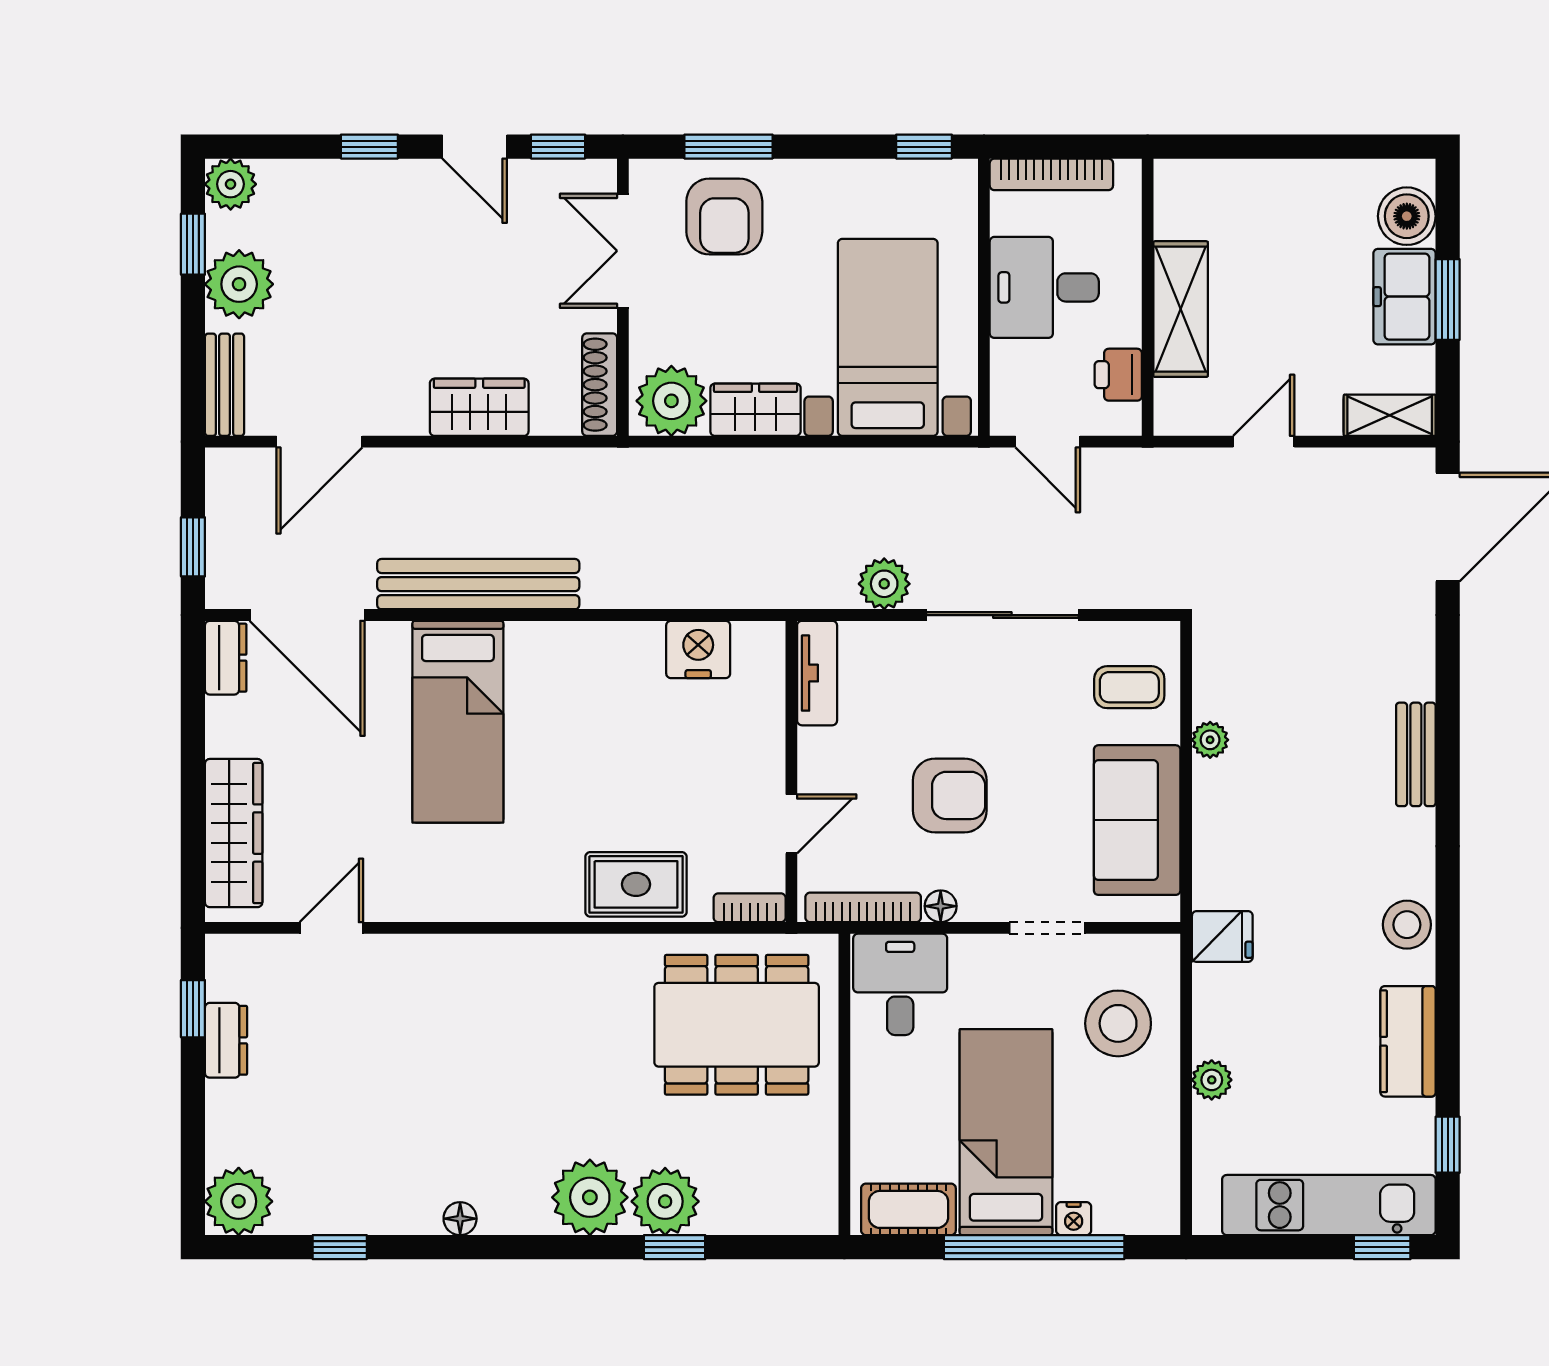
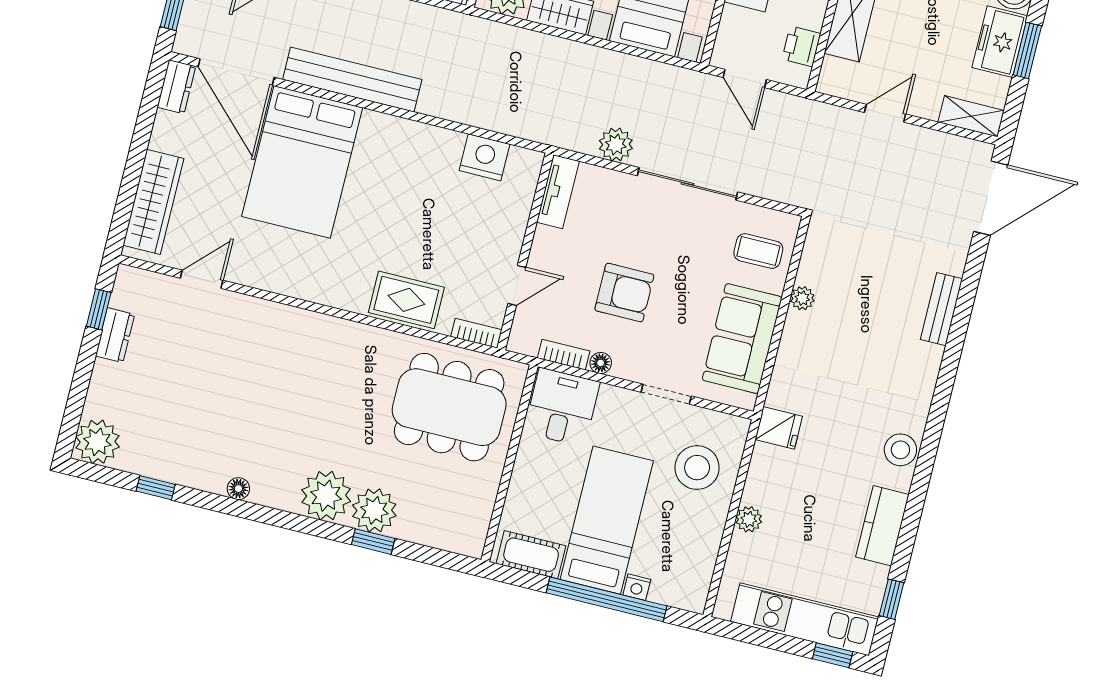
bed: (458, 722) -> (302, 162), width x1.50
bench: (1416, 754) -> (941, 309), moved
bookcase: (863, 907) -> (564, 355), width x0.64

